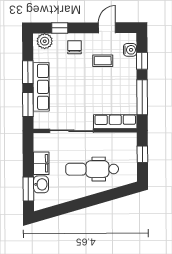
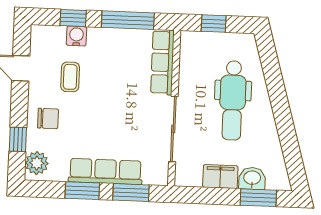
chair: (75, 47) -> (48, 119), turned 180
water cooler: (130, 50) -> (76, 36), moved

